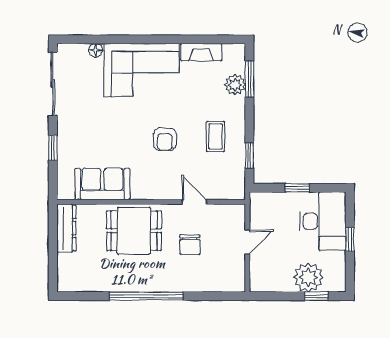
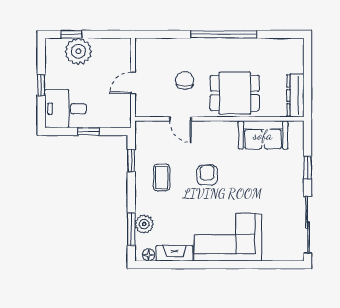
floor lamp: (96, 50) -> (149, 255), moved
desk: (323, 221) -> (65, 109), width x0.73

